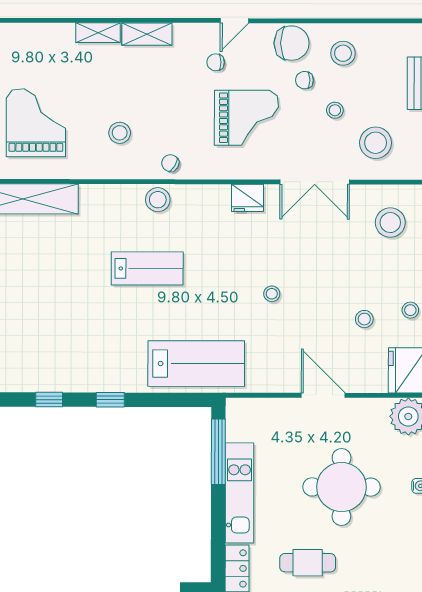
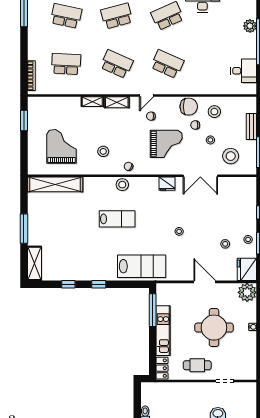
door: (234, 21) -> (147, 95), moved
stool: (390, 223) -> (238, 196), removed

